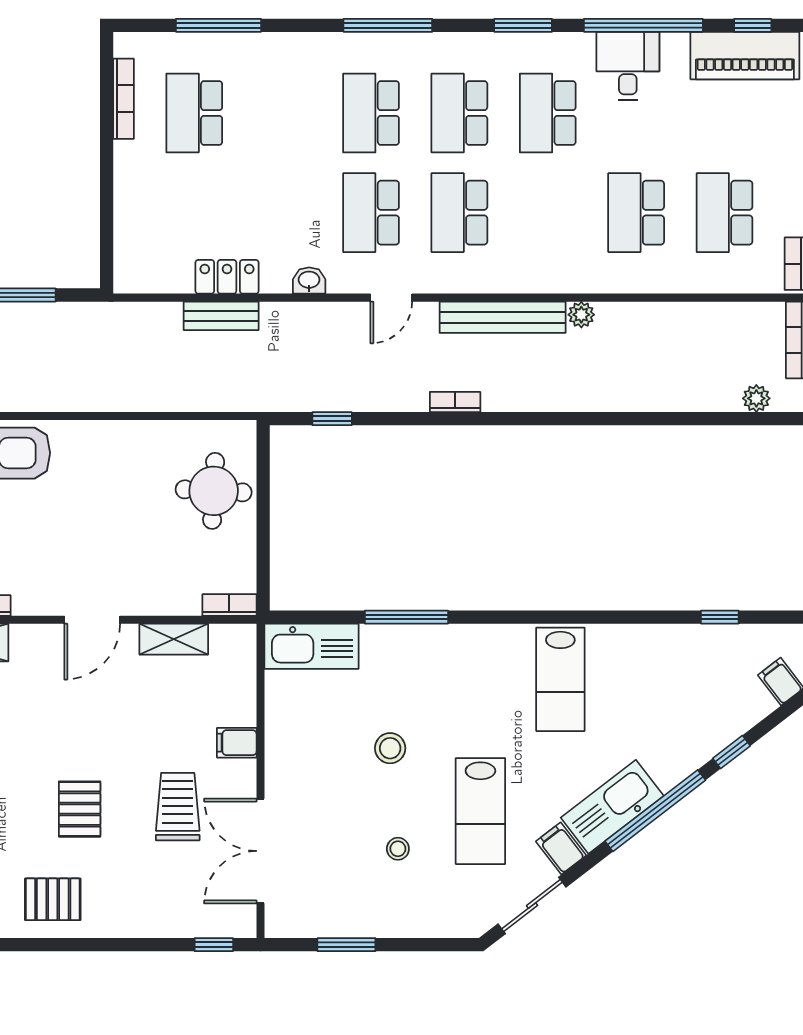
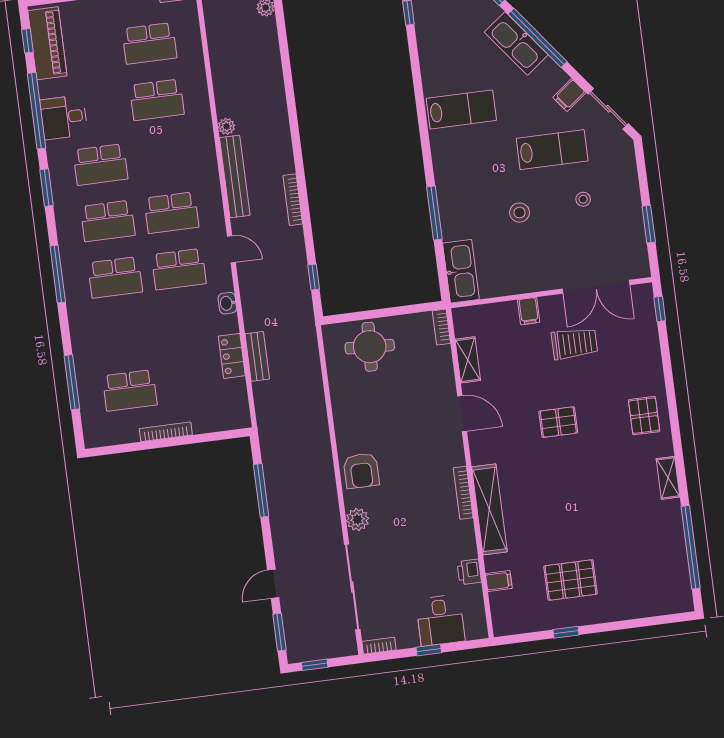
bookcase: (123, 99) -> (166, 432), moved
bookcase: (455, 402) -> (293, 200), width x1.56
trolley: (178, 807) -> (574, 343), turned 180
kitchen sink: (612, 807) -> (516, 43), moved
pallet: (80, 809) -> (558, 422), moved

